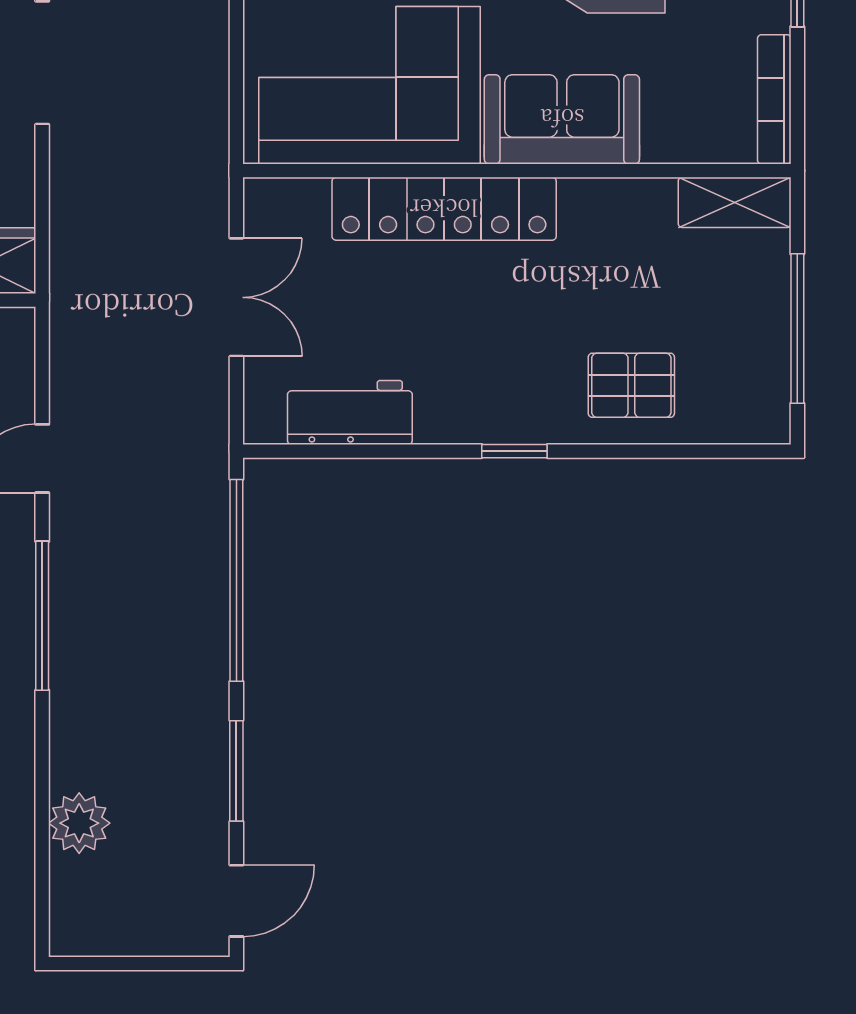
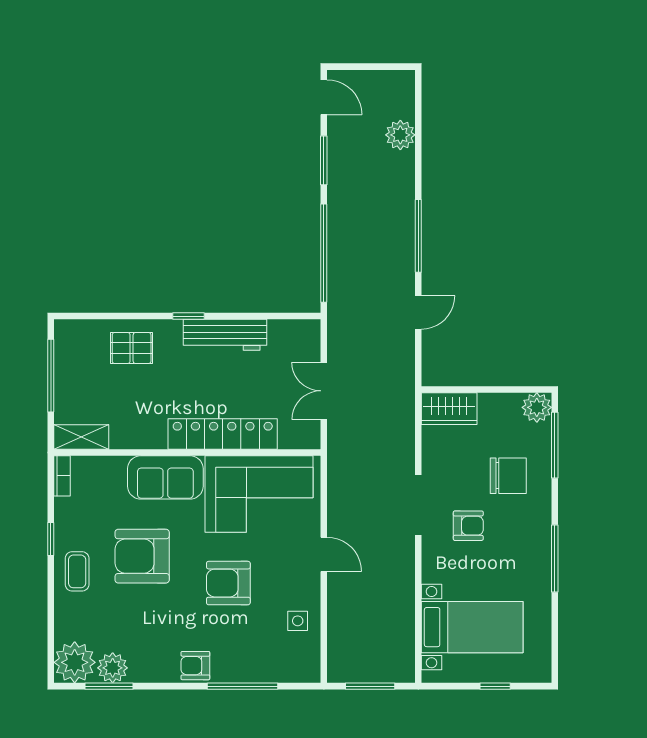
bookcase: (774, 99) -> (62, 476), width x0.64
workbench: (350, 412) -> (225, 335), moved, width x1.38
door: (236, 901) -> (324, 97), swing flipped

